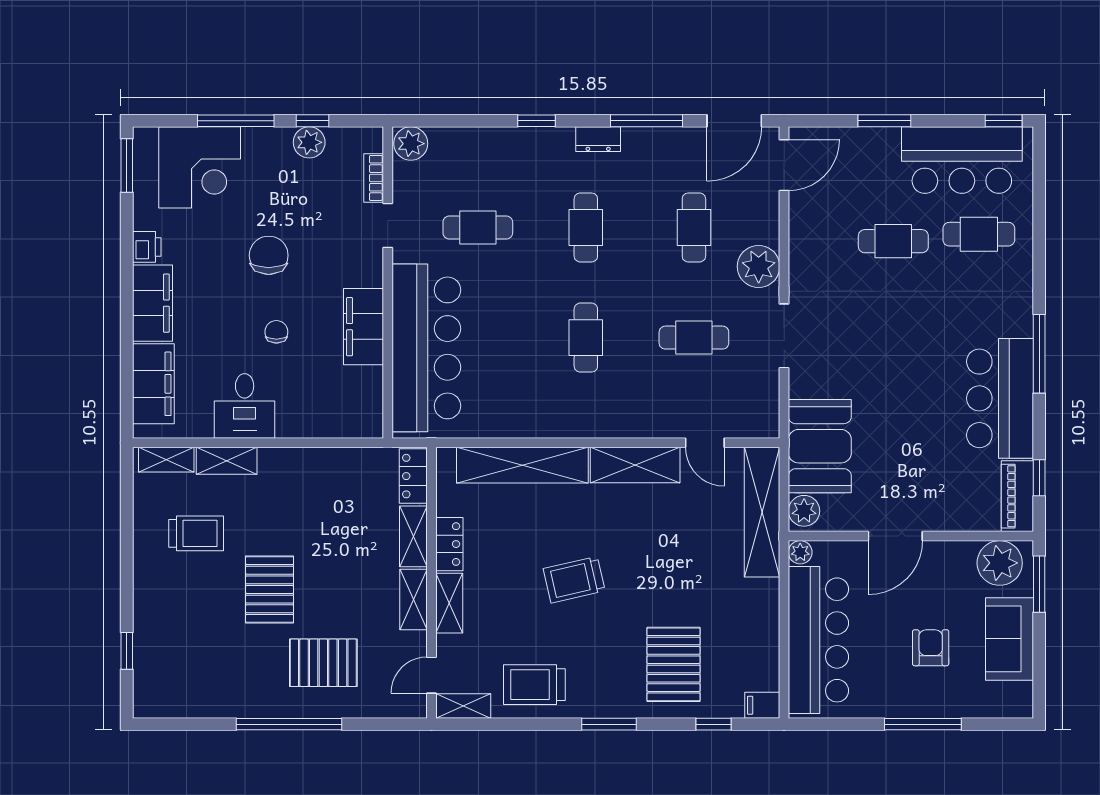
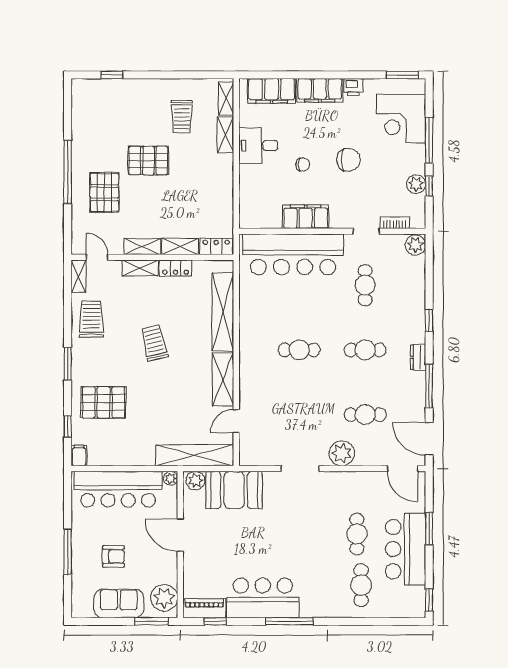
bar counter: (962, 160) -> (406, 549), moved
cafe table: (694, 338) -> (299, 415), removed

